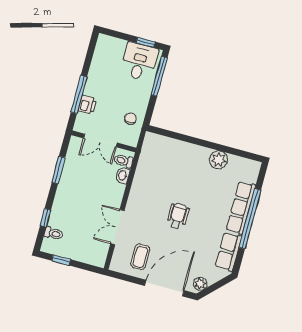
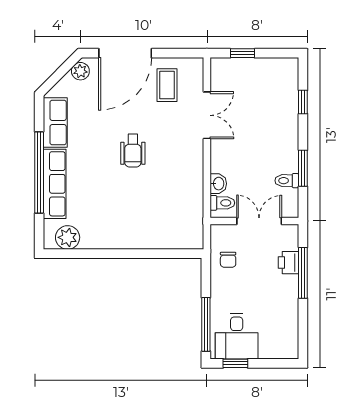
plant: (219, 160) -> (68, 237), moved
toilet: (54, 233) -> (287, 181), moved
window: (61, 260) -> (242, 53), moved

